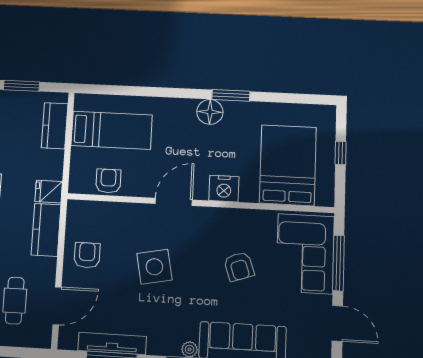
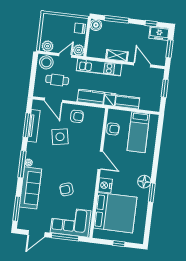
kitchen counter: (55, 126) -> (127, 102), moved
bed: (288, 165) -> (115, 213), width x1.36
side table: (154, 267) -> (60, 137), moved

